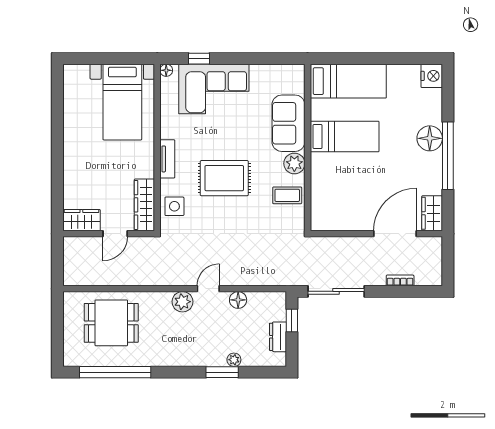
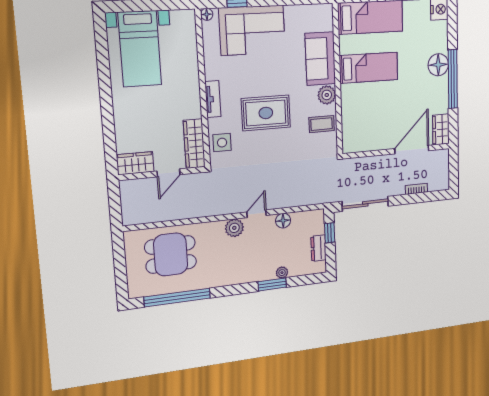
bed with nightstands: (122, 102) -> (140, 49), moved

